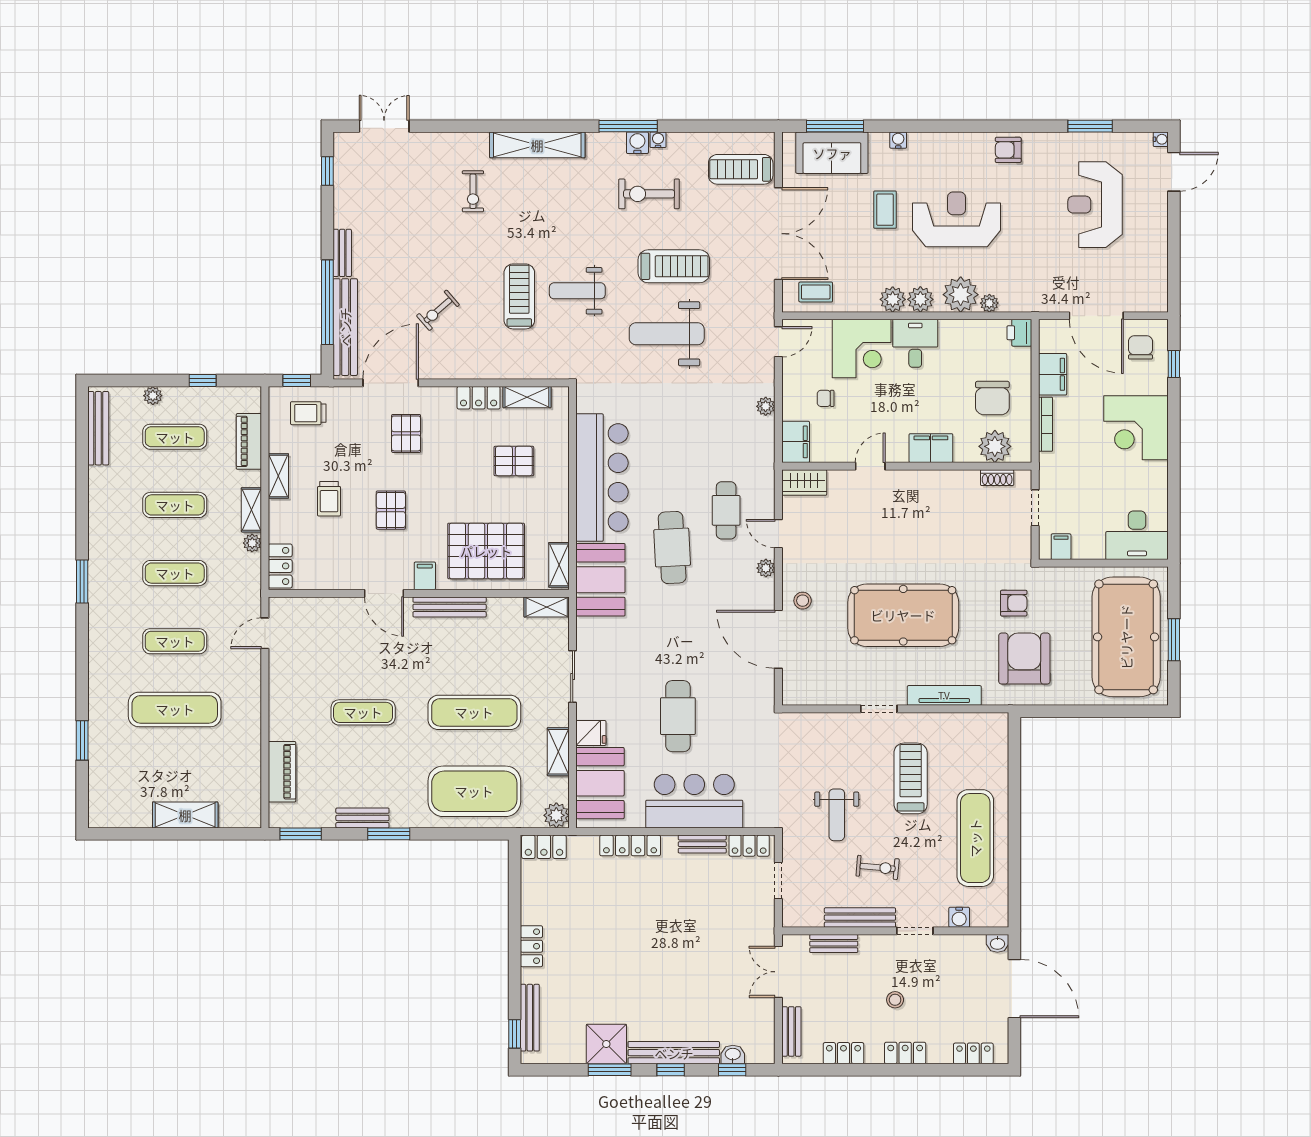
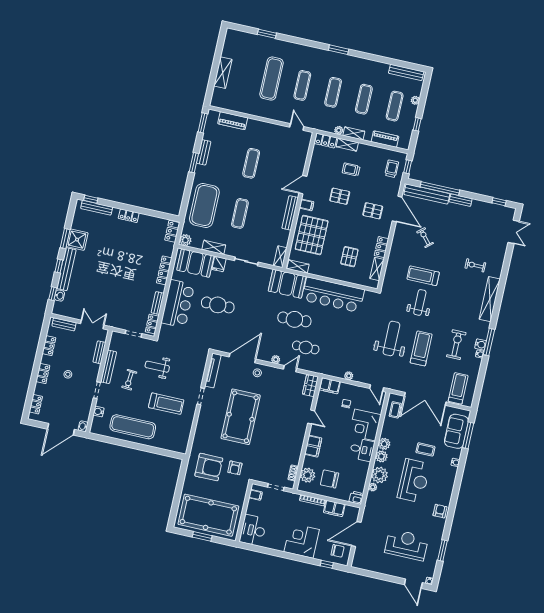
treadmill: (674, 266) -> (421, 348), turned 180
treadmill: (519, 296) -> (423, 276), turned 180
shelving: (278, 476) -> (347, 145), moved
tv unit: (944, 695) -> (213, 371), moved
exercise mat: (474, 712) -> (240, 213), width x0.73, depth x0.69

